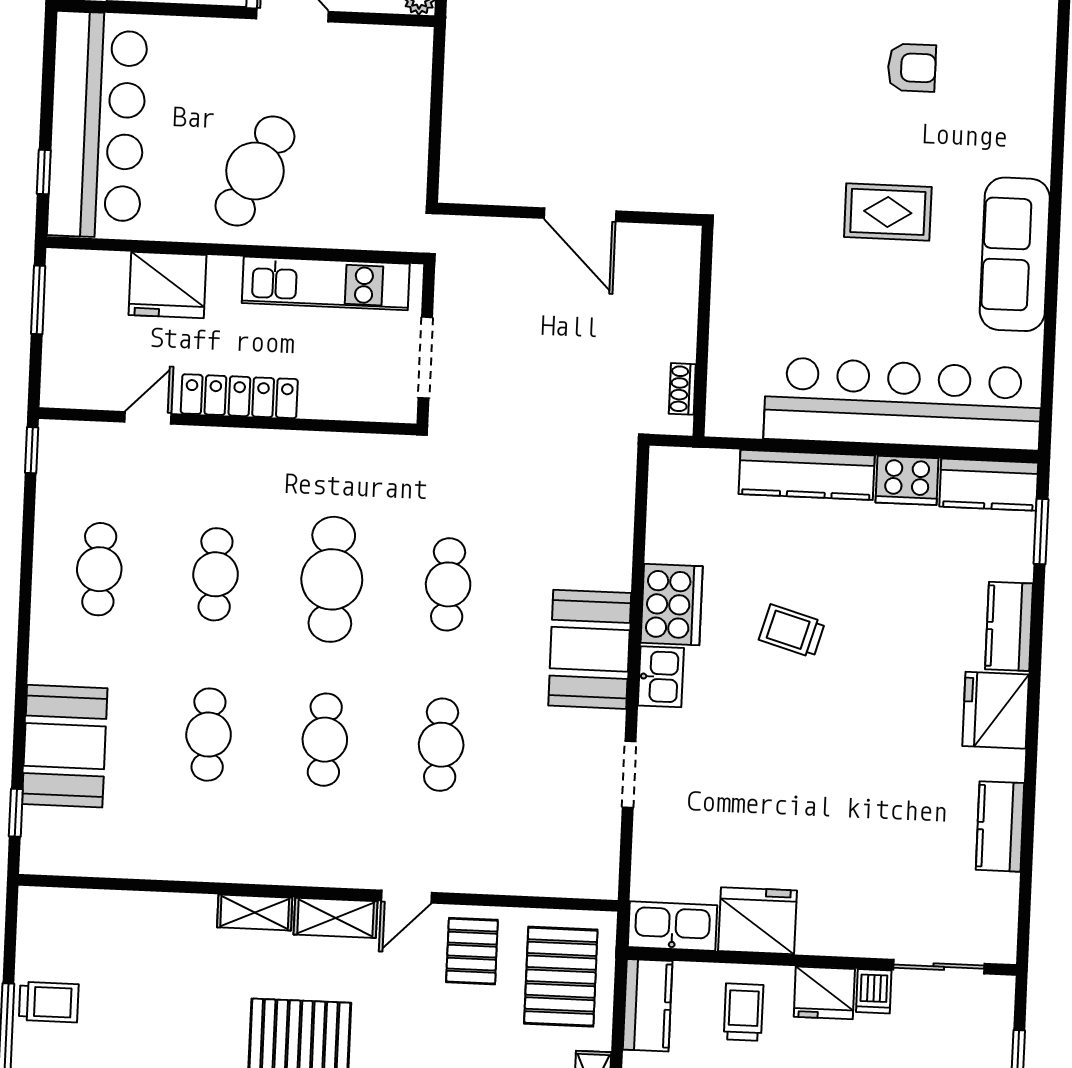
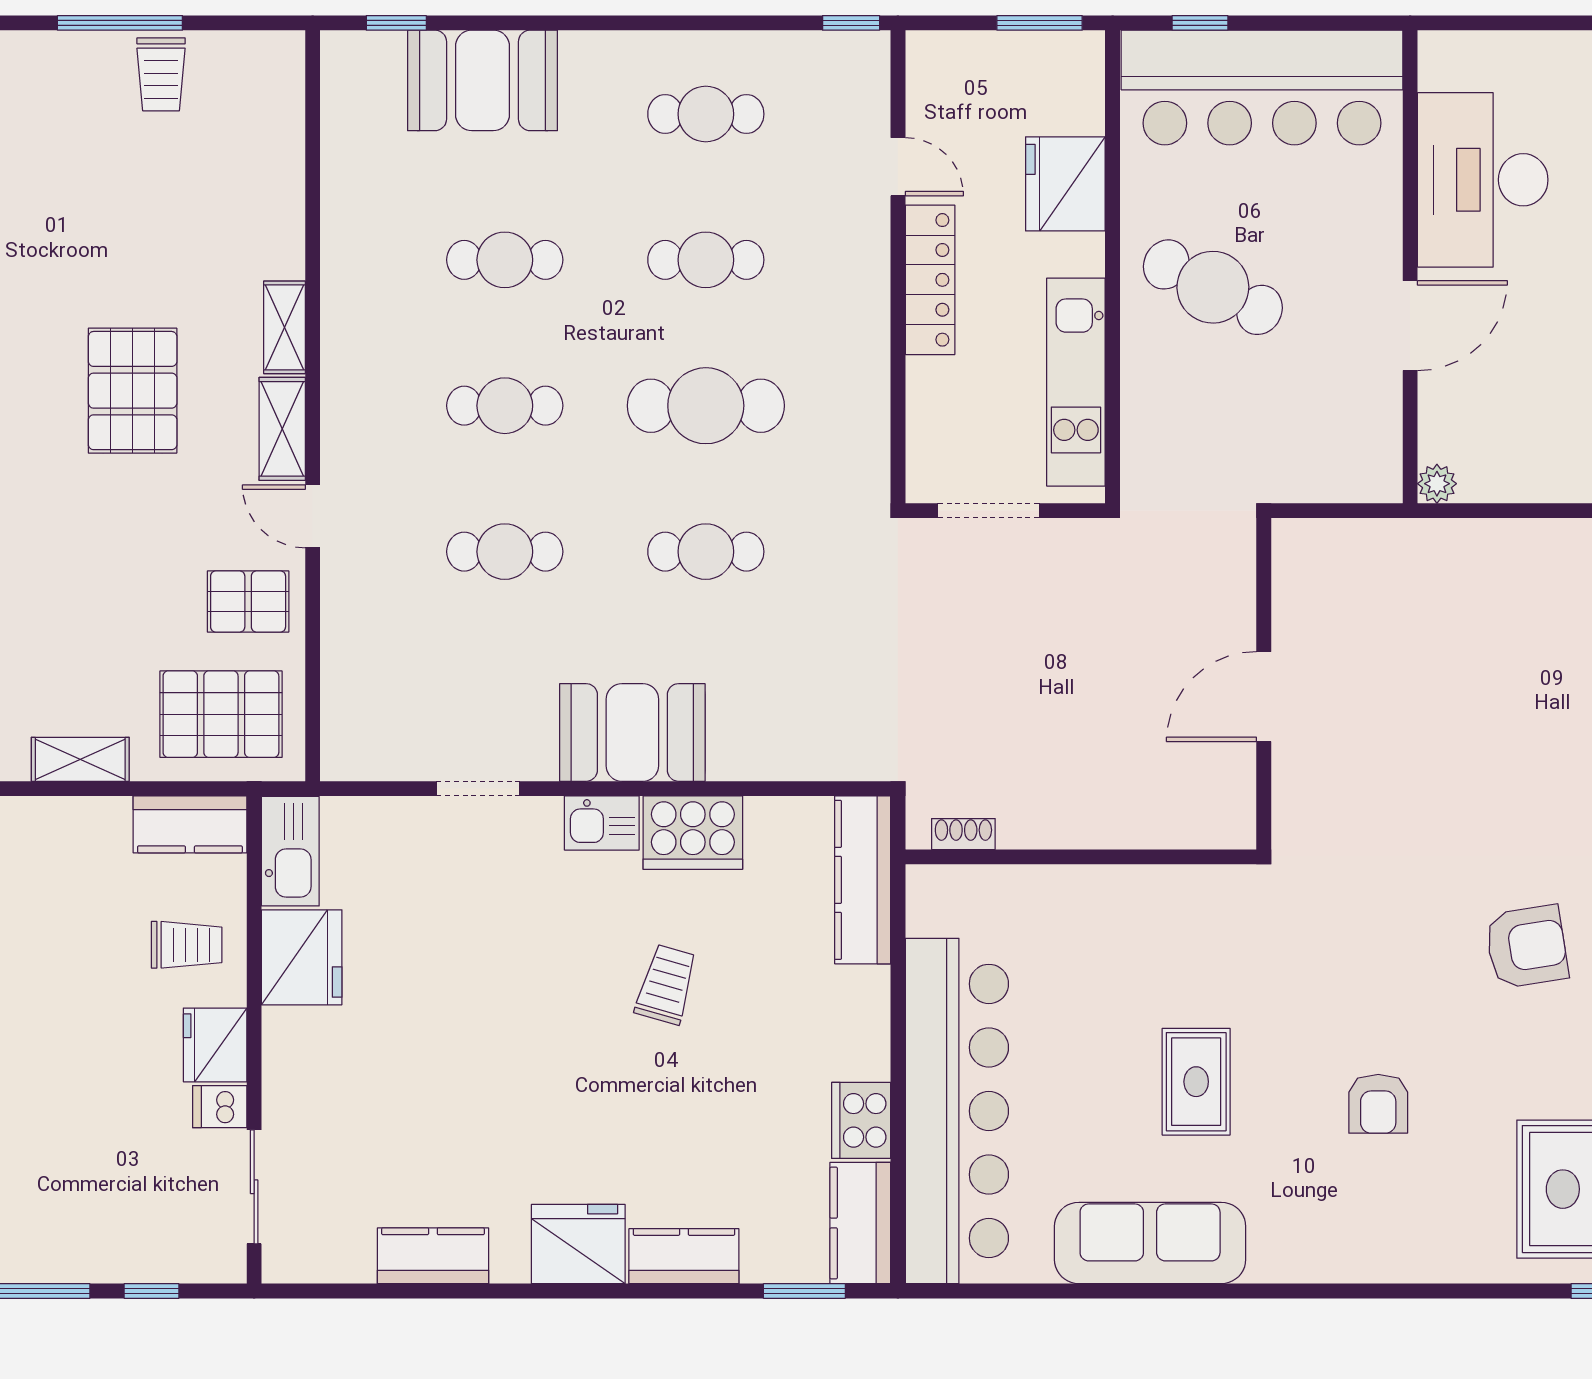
wall: (570, 214) -> (1264, 684), moved
door: (580, 215) -> (1264, 697), moved
kitchen counter: (807, 475) -> (863, 880), moved

